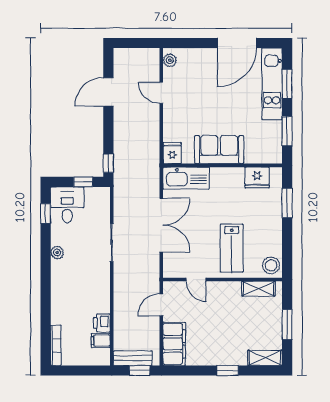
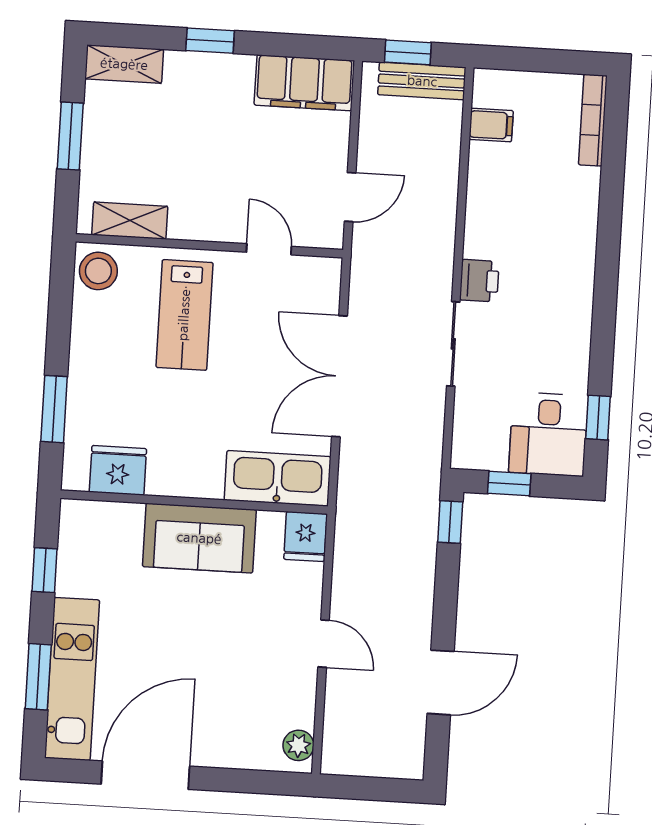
door: (161, 93) -> (324, 644), moved
window: (287, 131) -> (45, 570), width x0.67
lab bench: (232, 248) -> (184, 315), turned 180
plant: (57, 253) -> (577, 328), removed
printer: (102, 323) -> (479, 281), moved
filing cabinet: (174, 344) -> (304, 83), moved, turned -90

